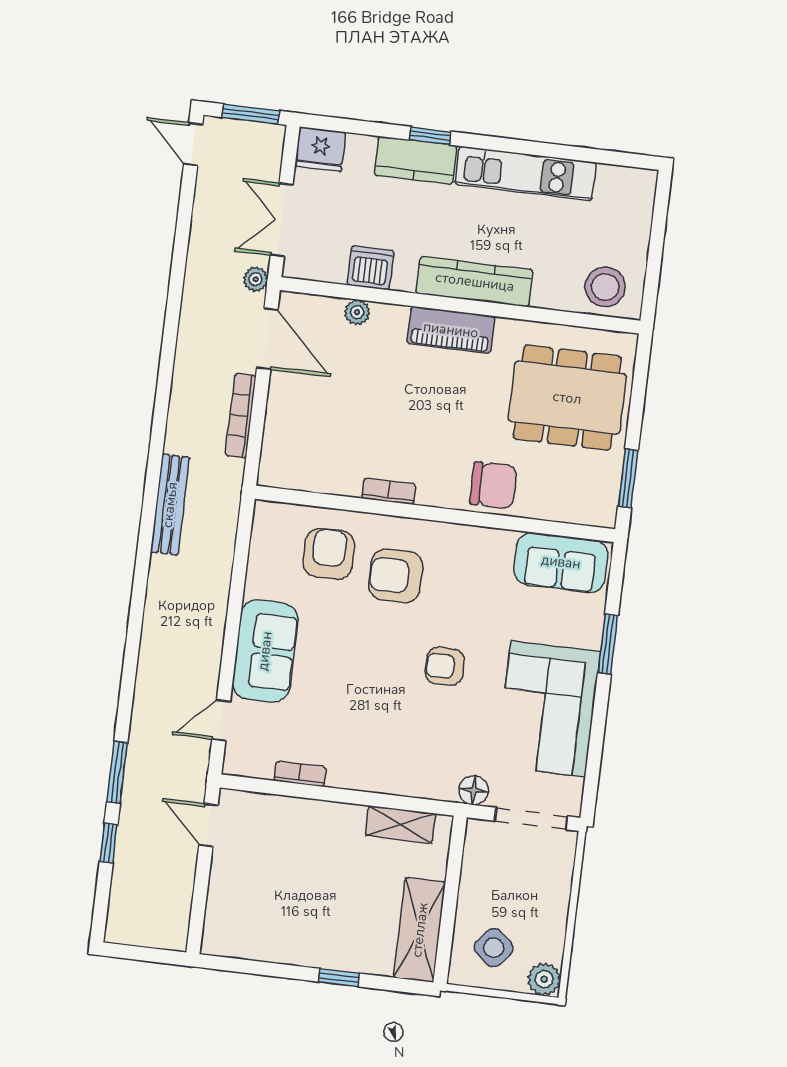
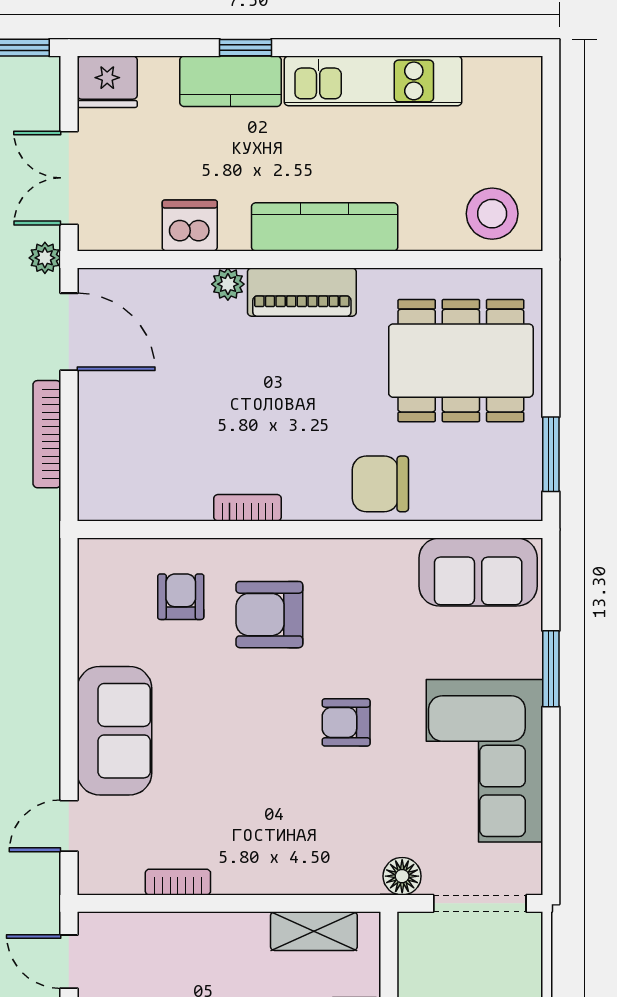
plant: (357, 312) -> (228, 284), moved
chair: (494, 485) -> (380, 484), turned 180
armchair: (329, 554) -> (181, 597), width x0.72, depth x0.72

